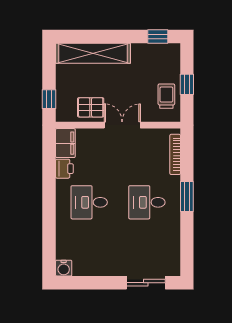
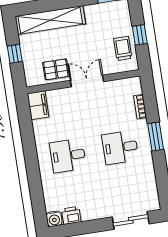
window: (49, 99) -> (15, 54), moved
bookcase: (175, 154) -> (140, 107), width x0.64
printer: (64, 169) -> (71, 215), moved, turned -90

